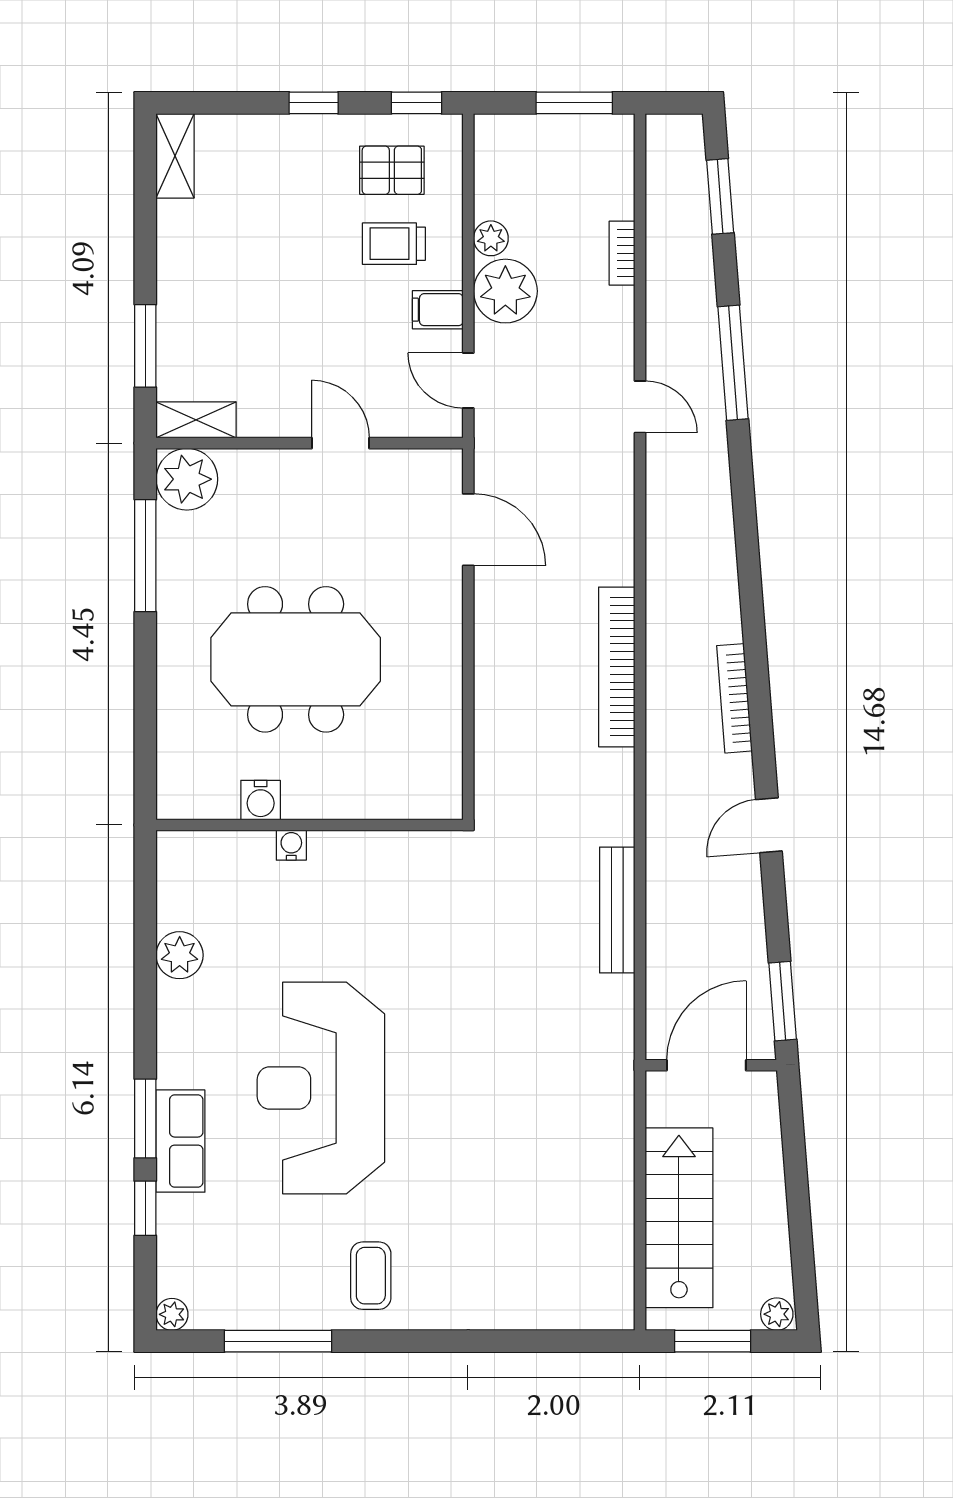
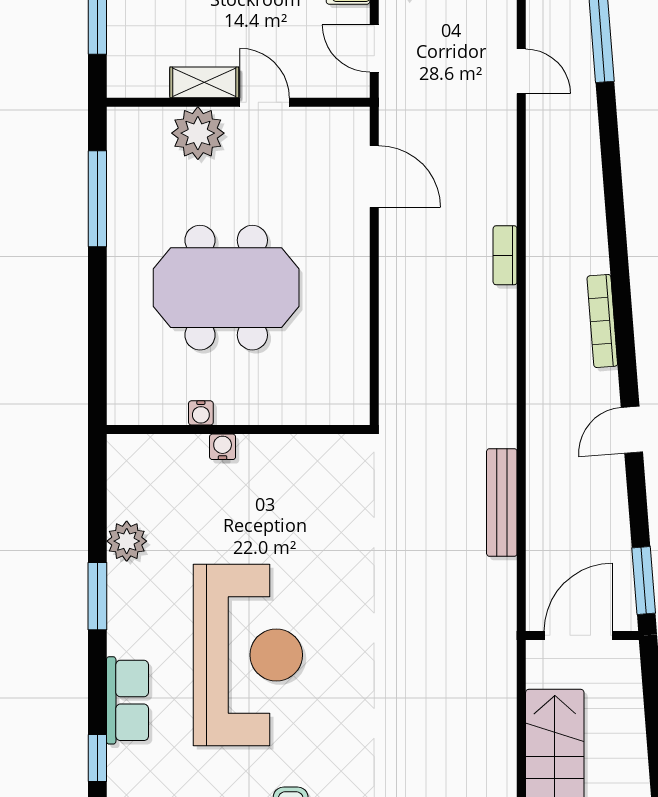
shelving: (196, 420) -> (204, 82), moved
plant: (187, 479) -> (198, 133), moved
bookcase: (617, 667) -> (505, 255), width x0.43, depth x0.76
water cooler: (261, 800) -> (201, 413), width x0.72, depth x0.72
reception desk: (321, 1088) -> (248, 655), turned 180
window: (145, 1118) -> (97, 596), moved

